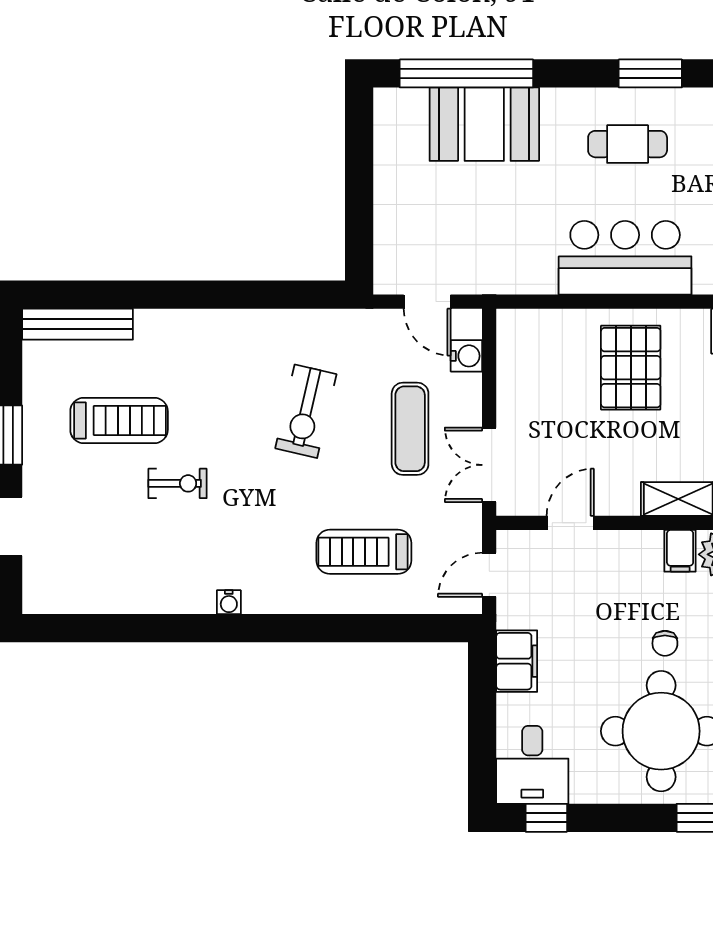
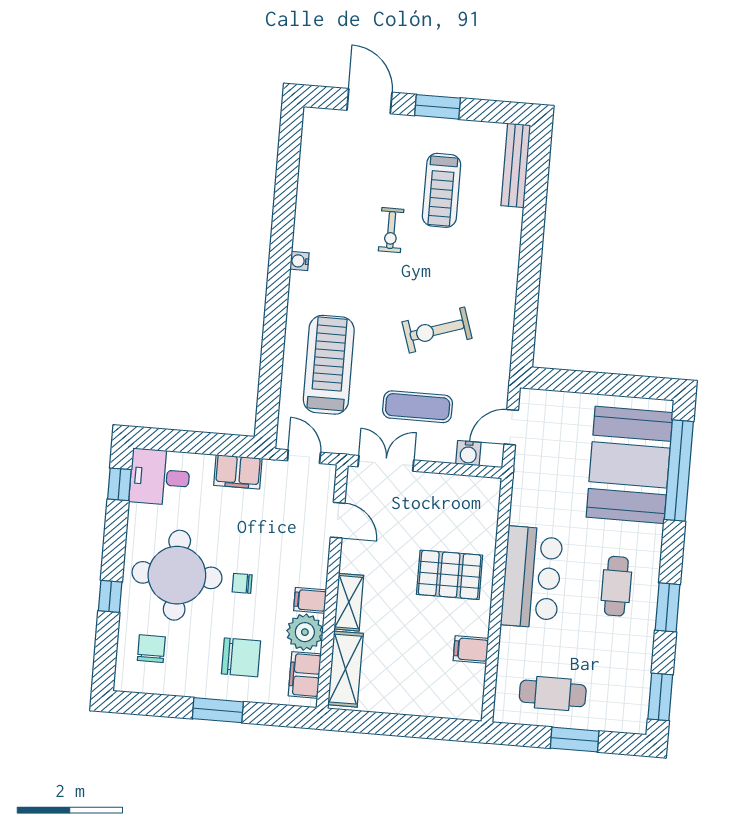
booth: (484, 124) -> (630, 465), width x1.36, depth x1.42
exercise bike: (306, 411) -> (437, 330), turned -31
treadmill: (364, 552) -> (329, 365), width x1.37, depth x1.38

